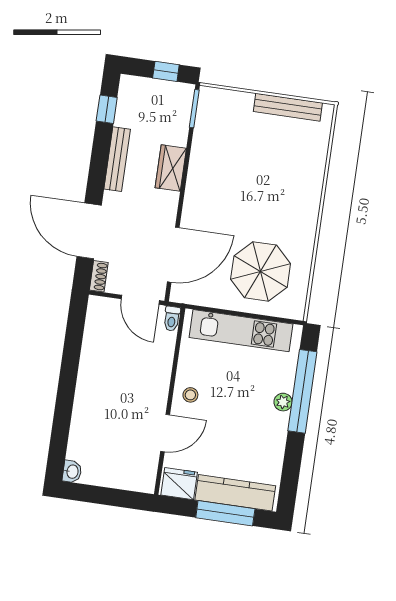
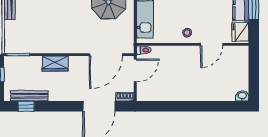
bench: (117, 159) -> (29, 96), moved
door: (173, 255) -> (106, 55), swing flipped
door: (165, 433) -> (212, 44), swing flipped

